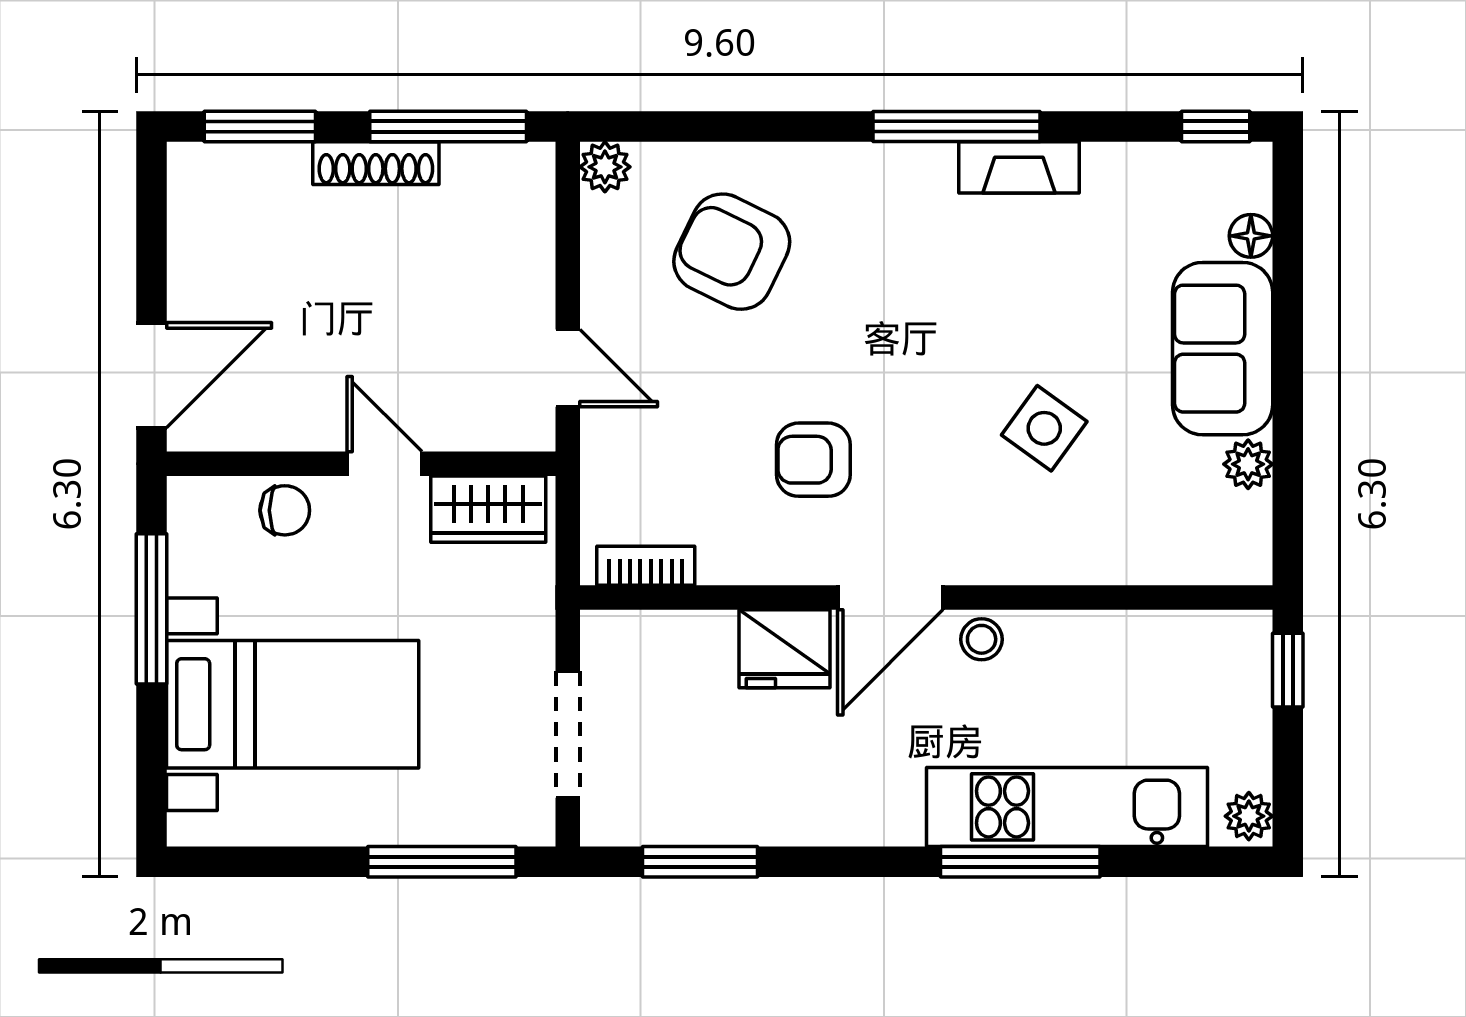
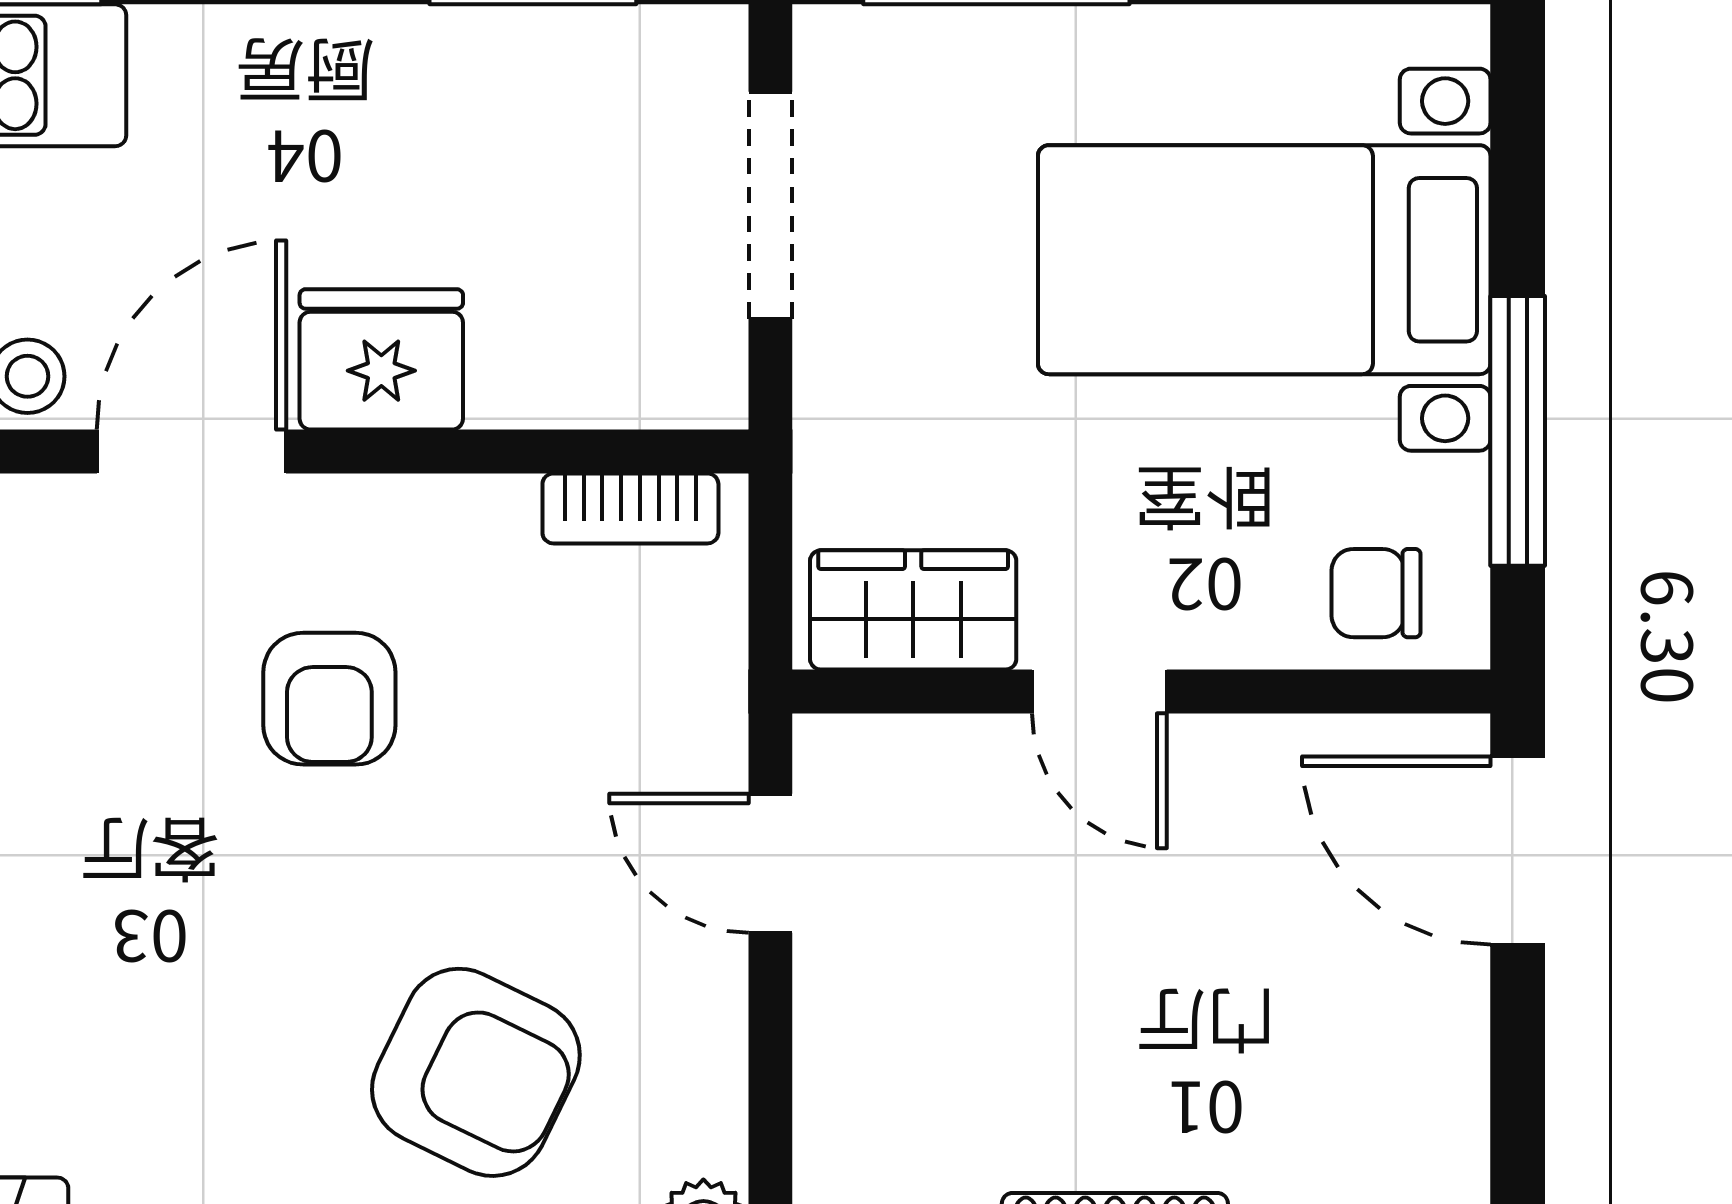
door: (152, 375) -> (1518, 850), hinge flipped
armchair: (813, 460) -> (329, 699), turned 90
chair: (285, 510) -> (1376, 593), moved

